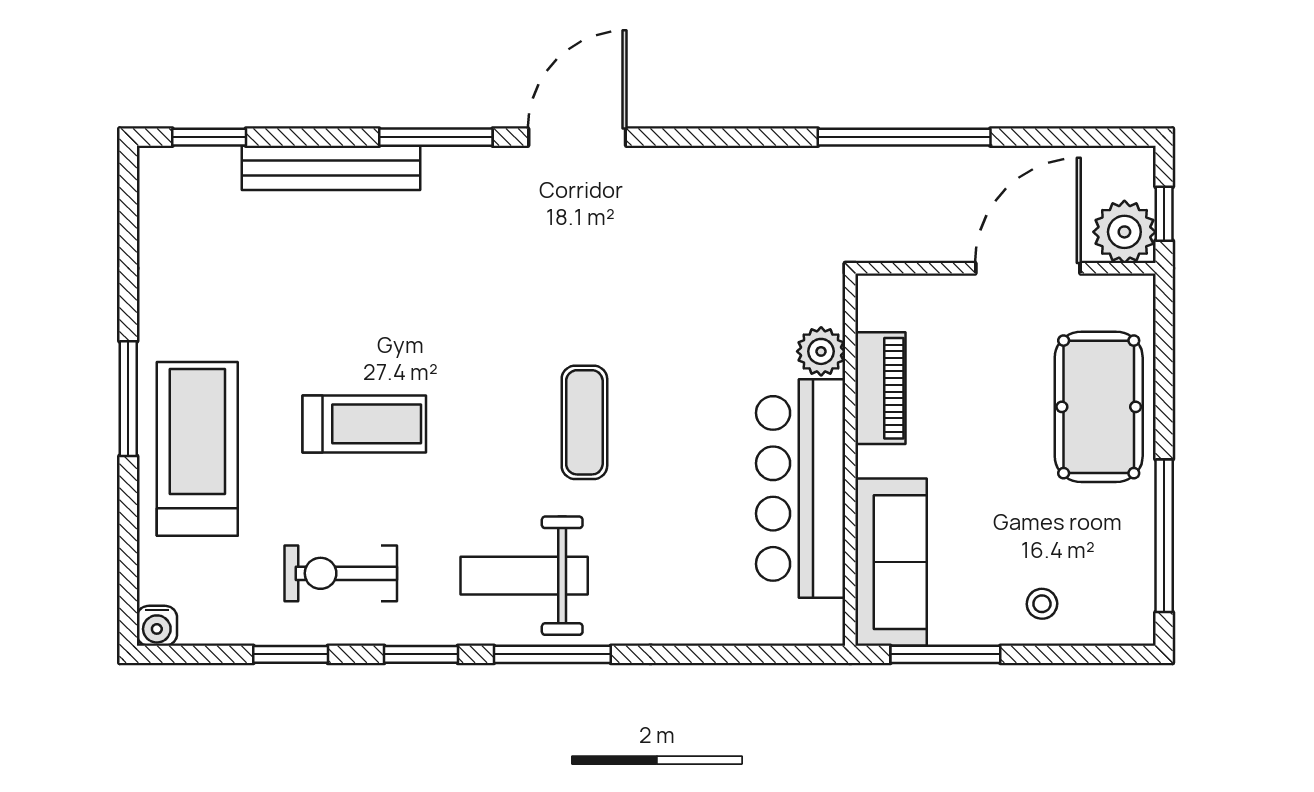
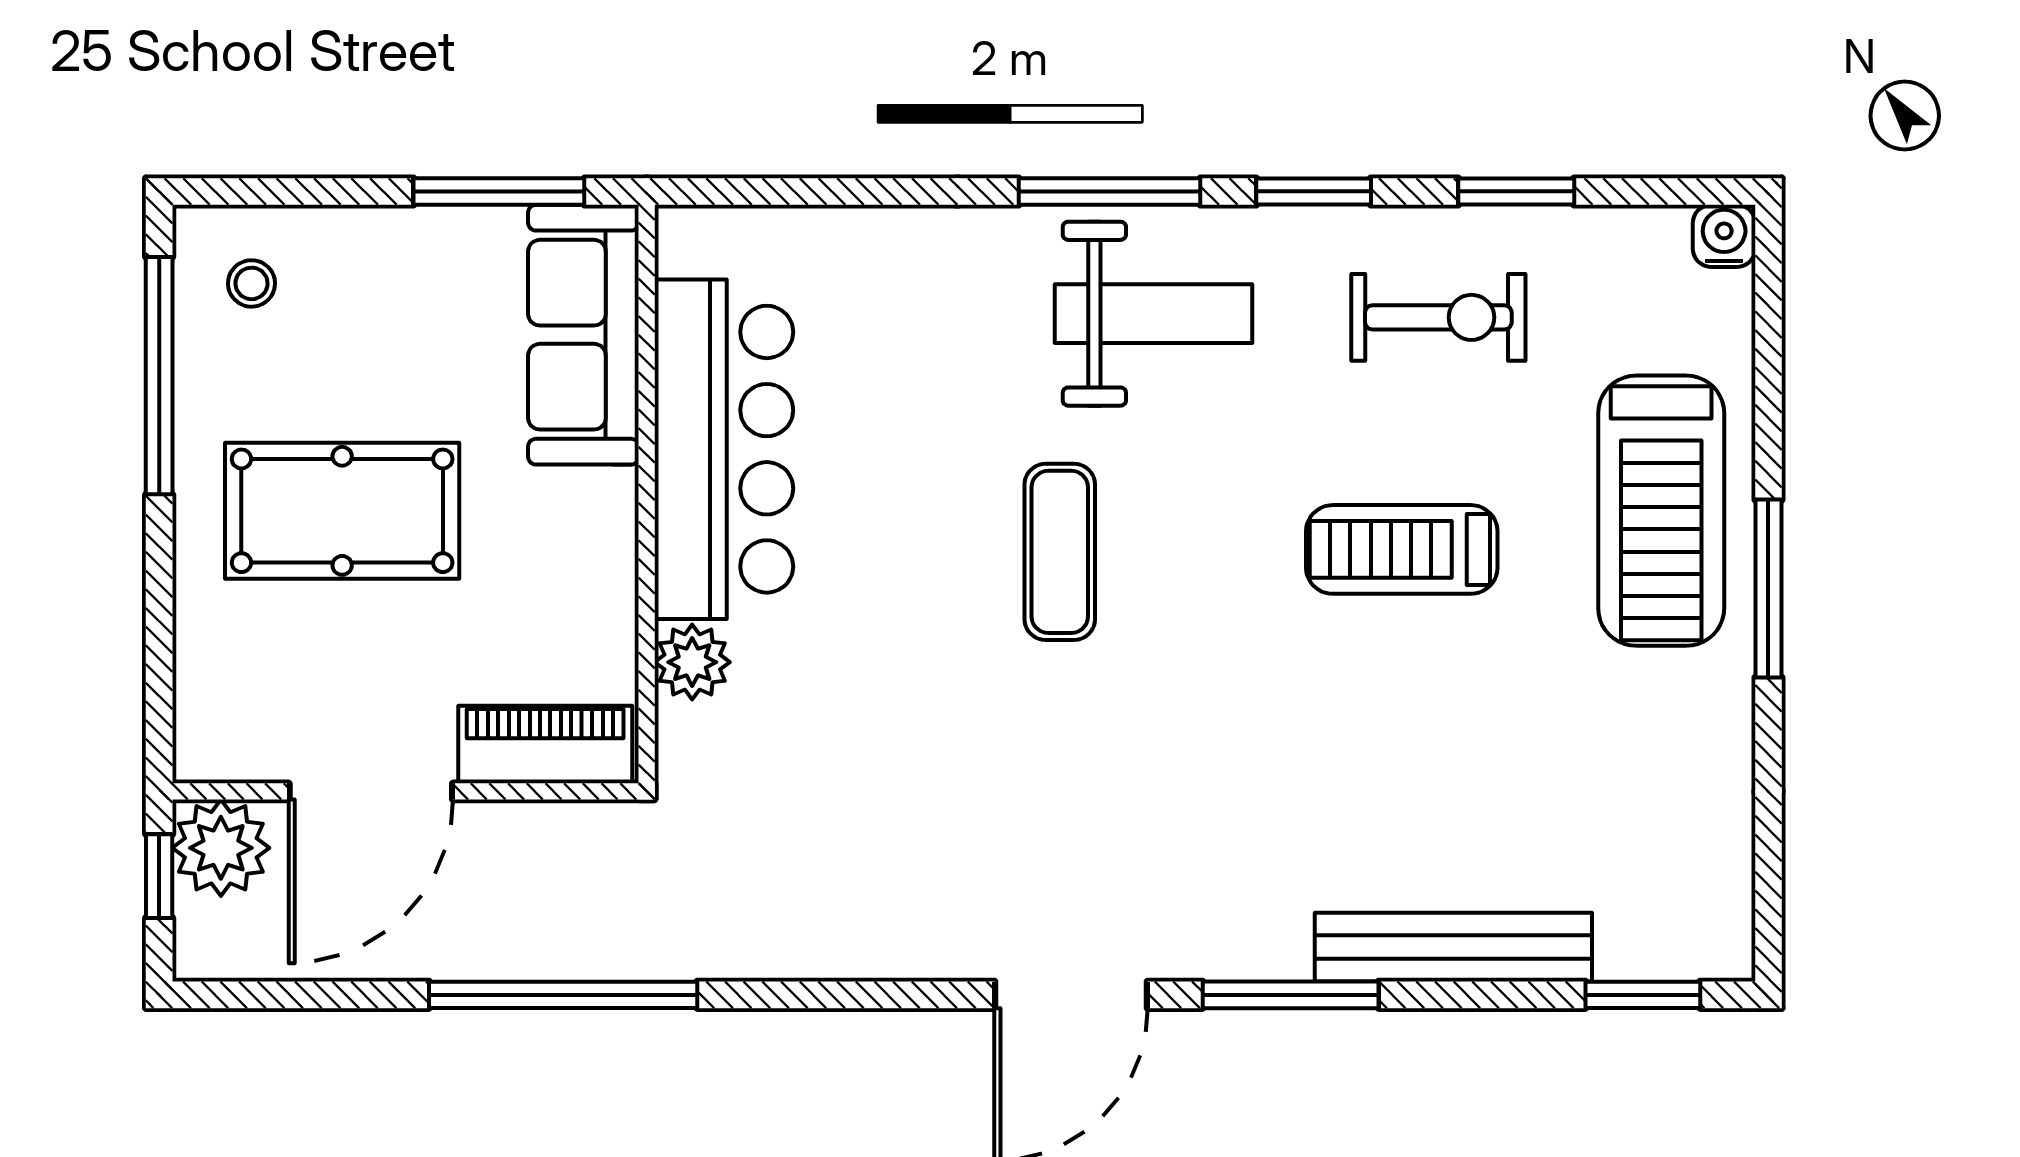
piano: (880, 388) -> (545, 745), moved, turned 90
pool table: (1099, 407) -> (342, 511), moved, turned 90
stool: (1042, 604) -> (251, 283), moved

